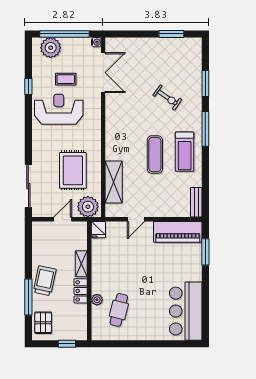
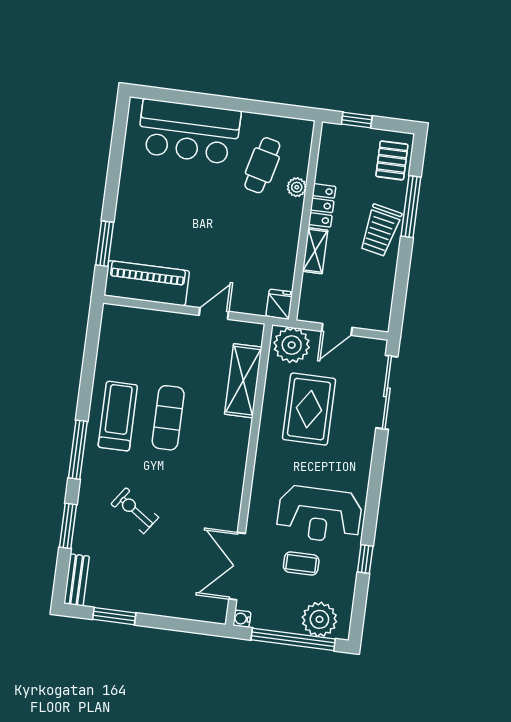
bench: (196, 202) -> (77, 580), moved
bar counter: (186, 311) -> (189, 132), moved, turned 90

